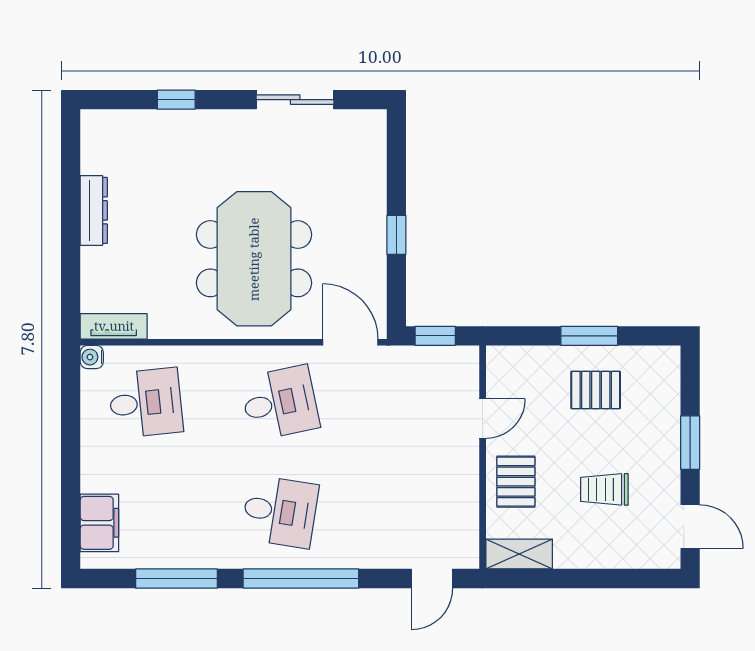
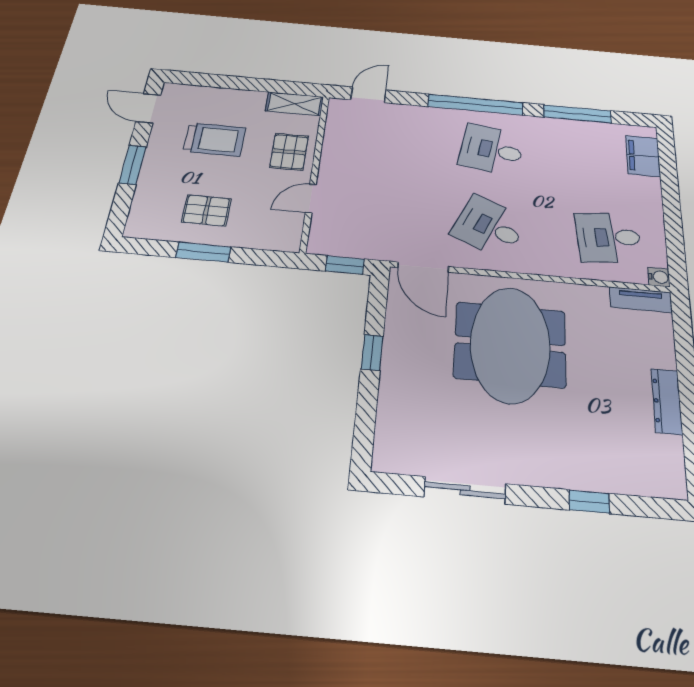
desk: (280, 403) -> (489, 227), turned 36
trolley: (604, 489) -> (215, 139), width x1.36, depth x1.39

